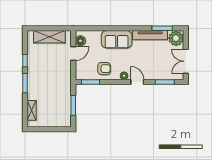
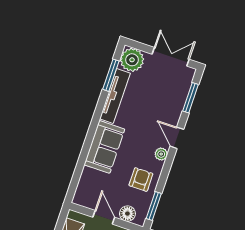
floor lamp: (80, 41) -> (127, 214), moved
double door: (186, 61) -> (171, 57), swing flipped
door: (137, 82) -> (177, 138), hinge flipped

